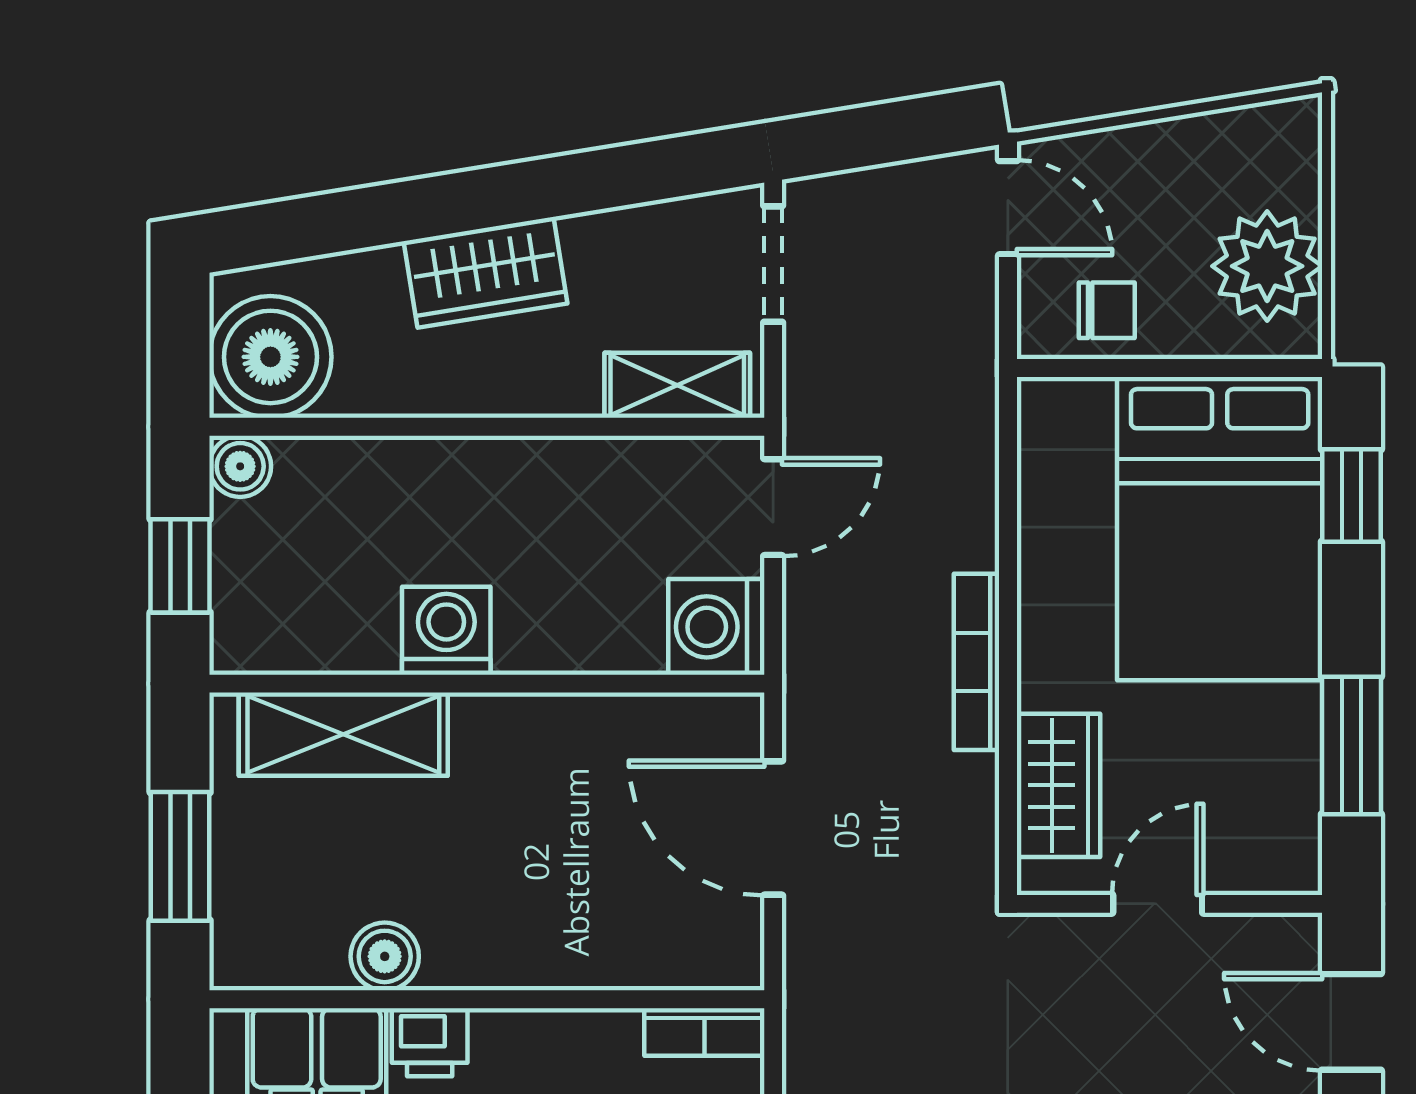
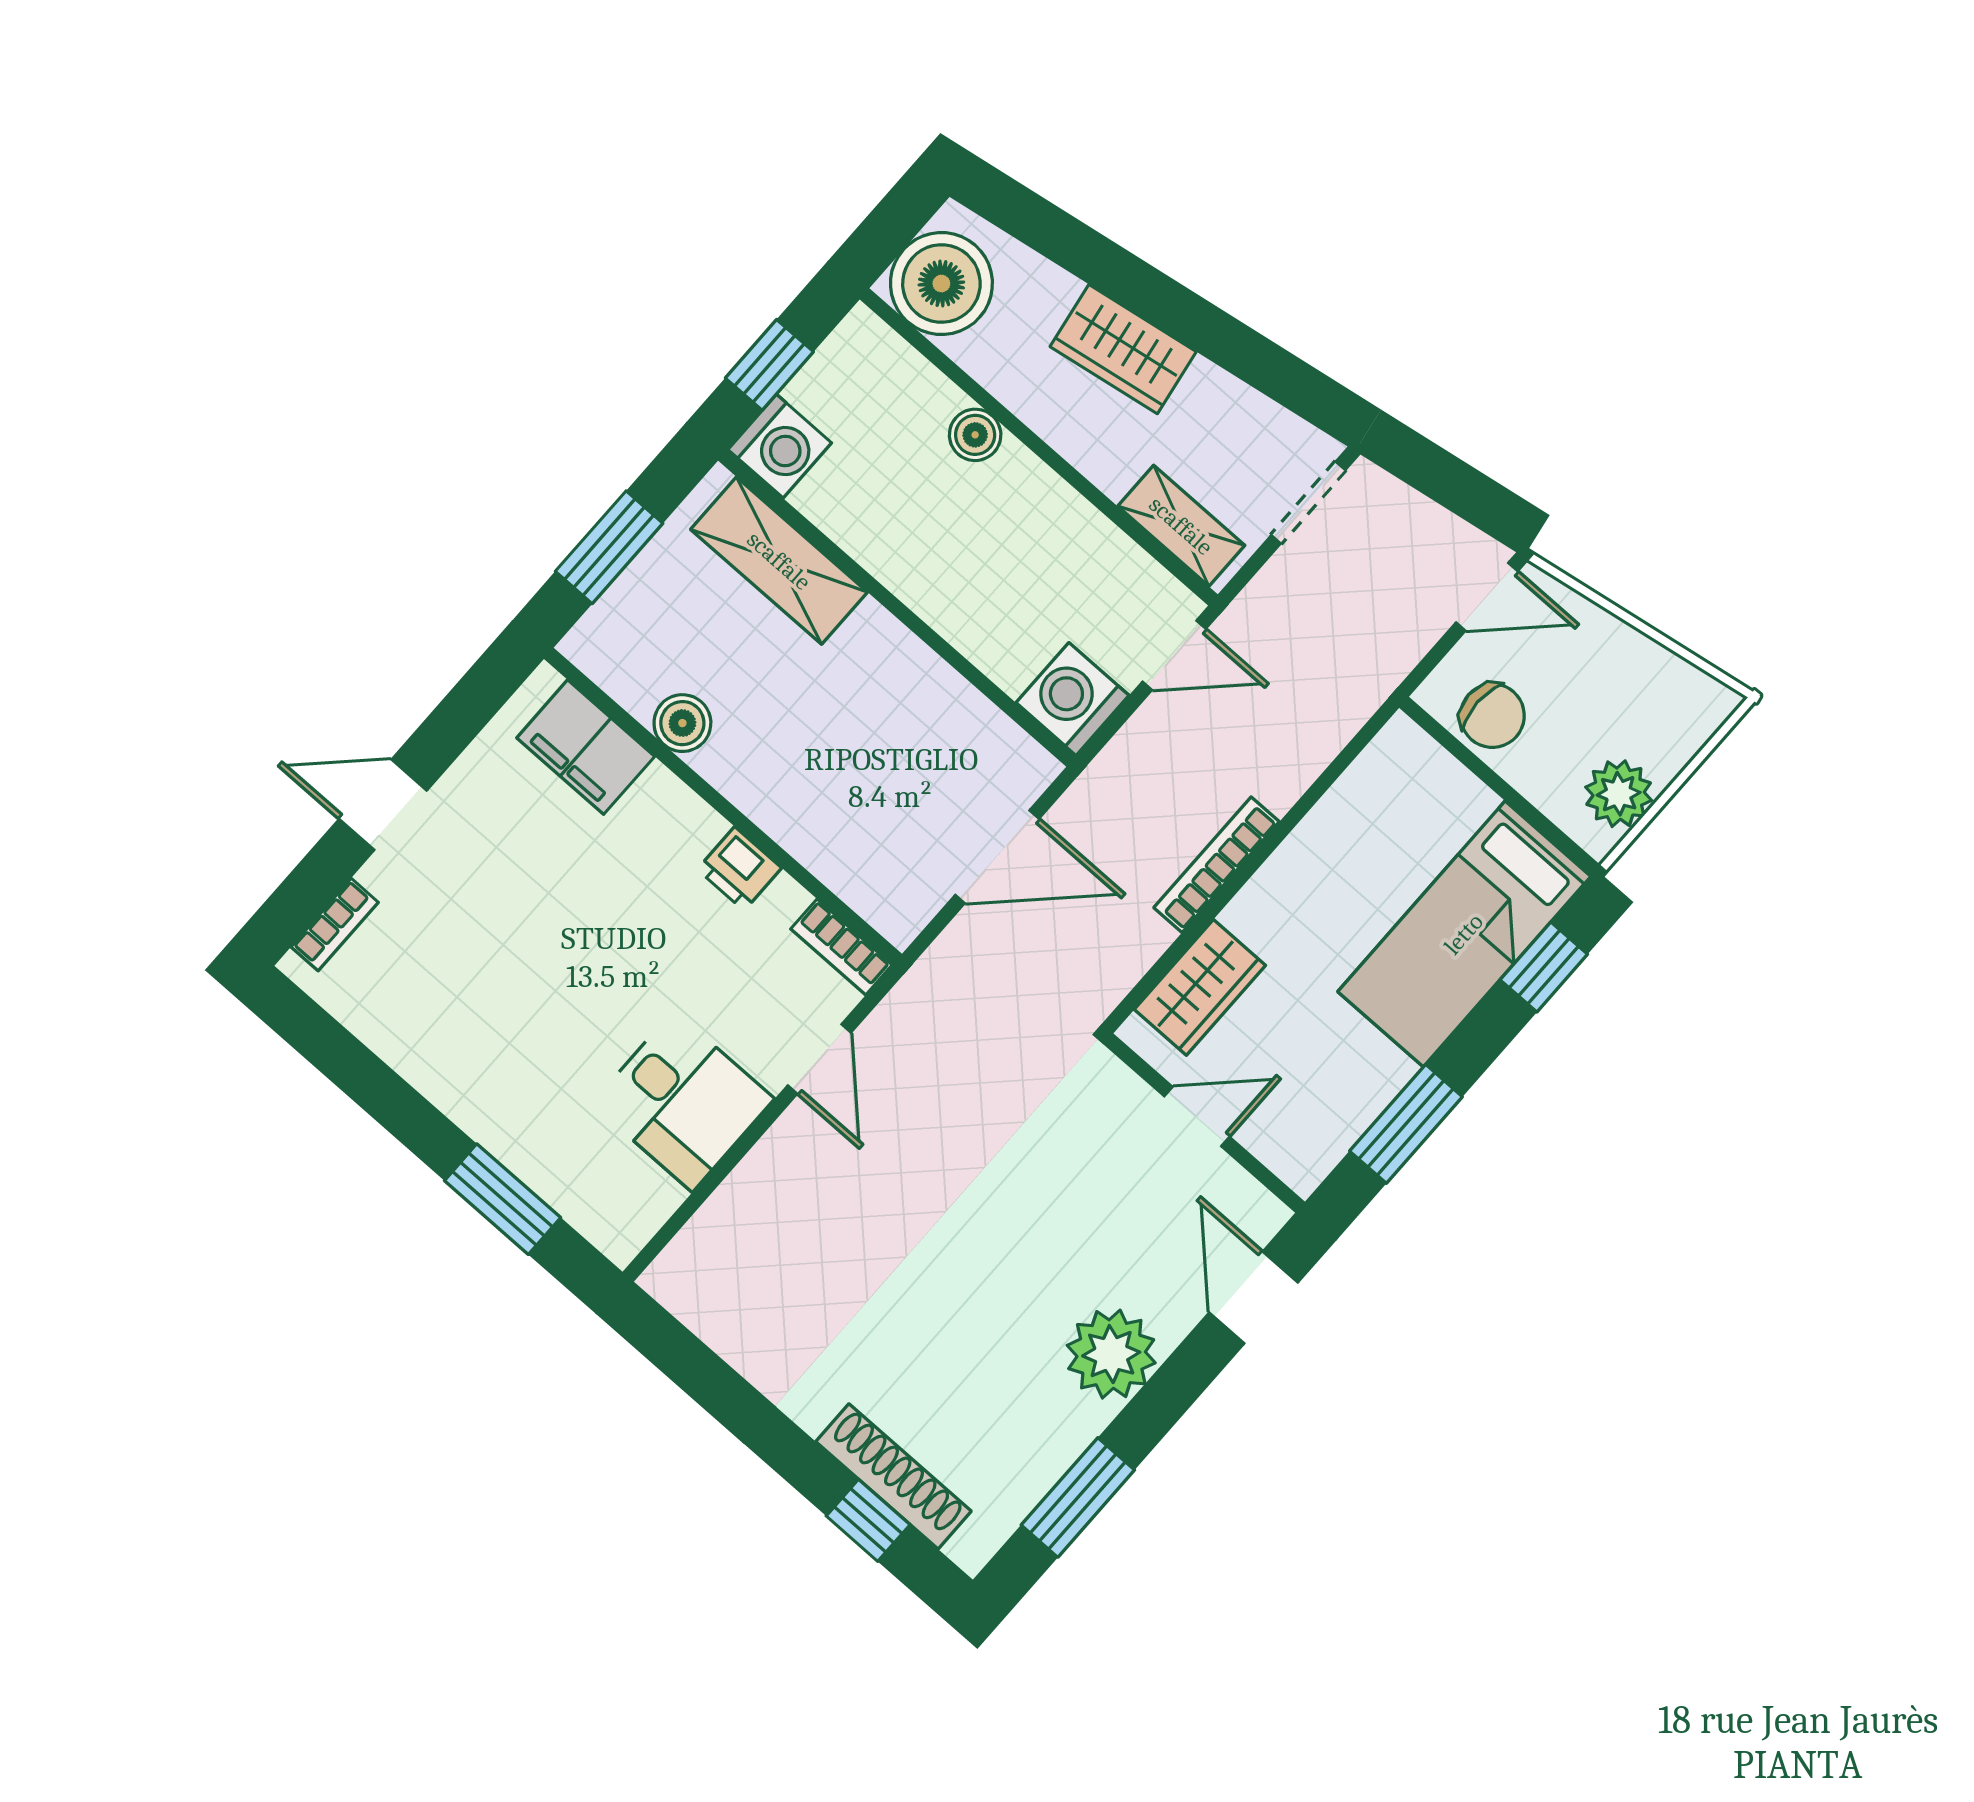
door: (1008, 208) -> (1487, 597), hinge flipped
plant: (1267, 266) -> (1619, 794), width x0.73, depth x0.73
chair: (1107, 310) -> (1492, 716), width x1.37, depth x1.37
boiler: (240, 466) -> (975, 435), moved
bed: (1220, 529) -> (1464, 934), width x0.67
washing machine: (446, 631) -> (780, 446), moved, turned 90
door: (773, 828) -> (997, 857), swing flipped
printer: (430, 1042) -> (739, 869), moved

